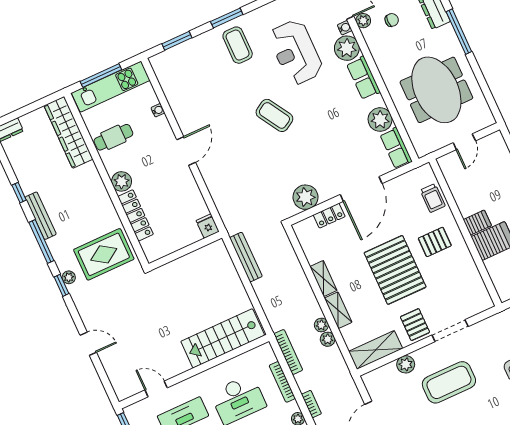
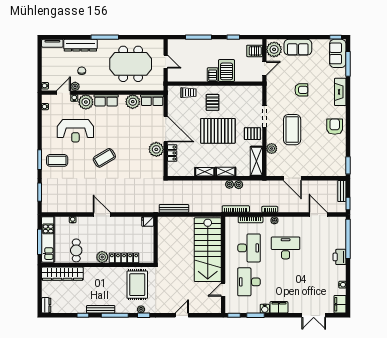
plant: (306, 197) -> (156, 149), moved
stairs: (223, 338) -> (208, 250), width x1.36, depth x1.51

